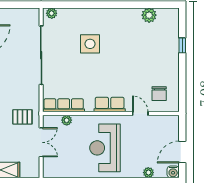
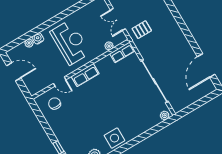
side table: (90, 44) -> (114, 138), moved
row of seats: (64, 105) -> (122, 52), width x0.68
door: (182, 152) -> (14, 72), hinge flipped
water cooler: (173, 172) -> (38, 38), moved

